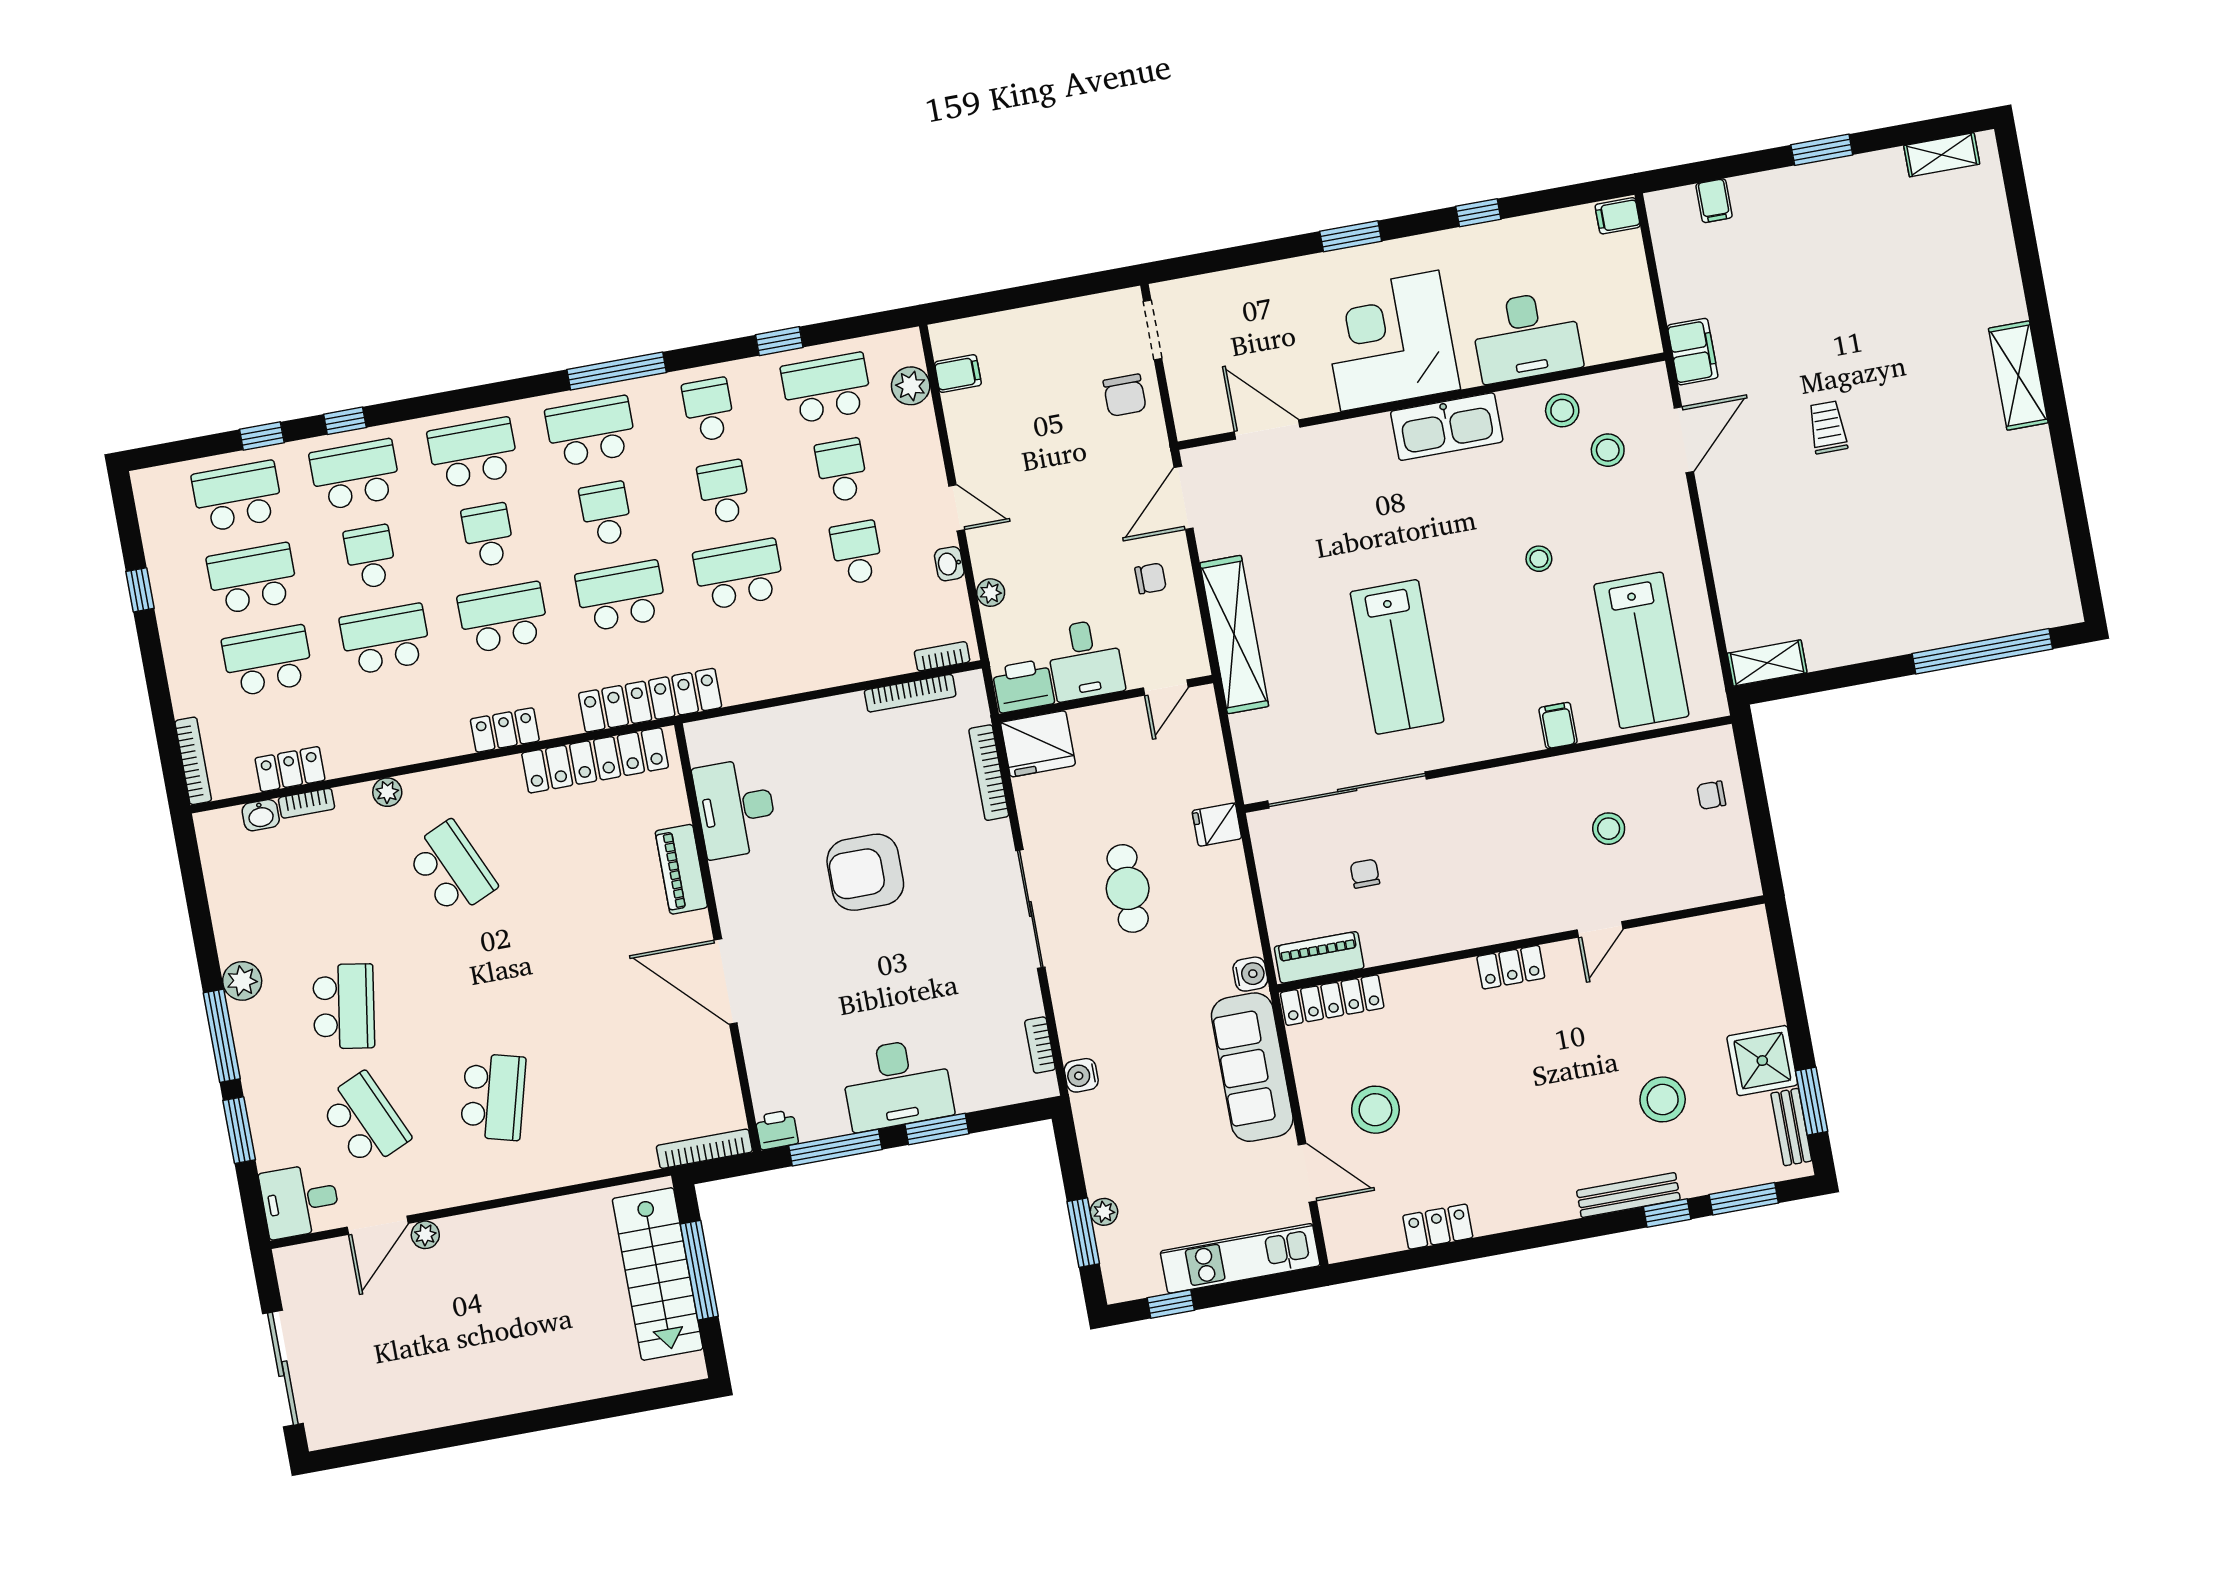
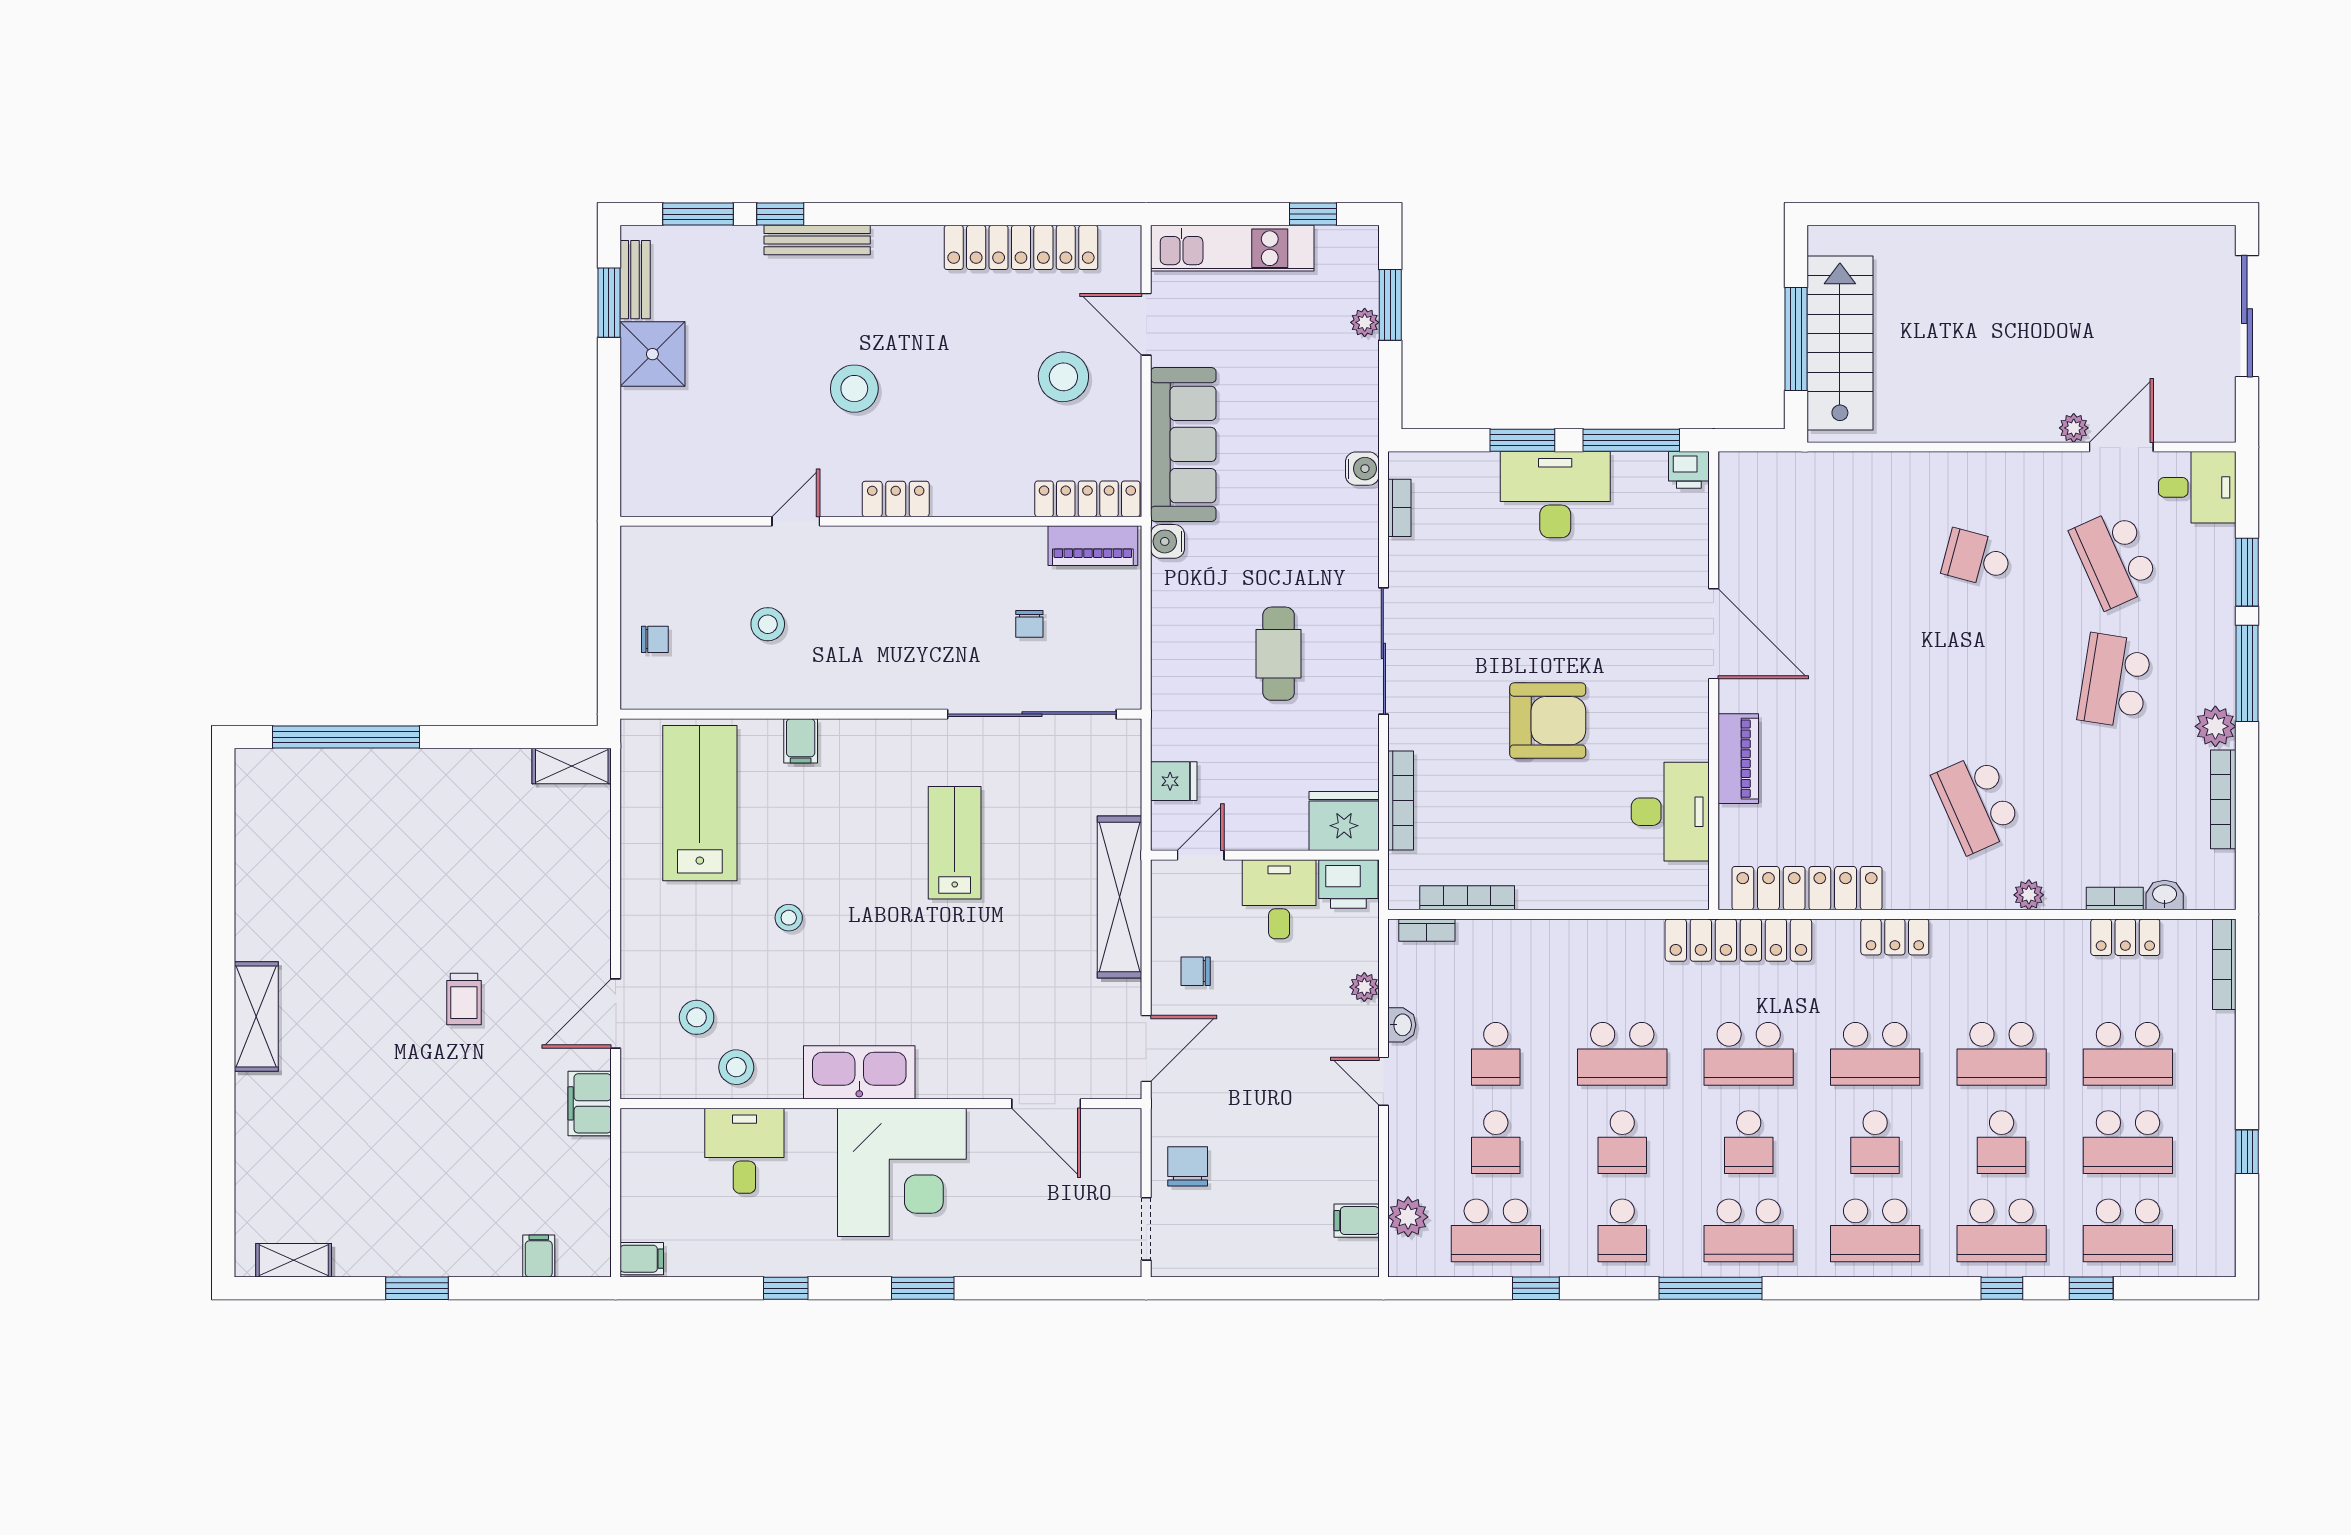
desk: (1527, 337) -> (744, 1151), width x0.73
lab bench: (1397, 657) -> (955, 843), width x0.73, depth x0.72
fridge: (1217, 825) -> (1174, 781), moved
school desk: (493, 1097) -> (1977, 558), width x0.54
stool: (1663, 1099) -> (854, 389), moved
bookcase: (704, 1149) -> (2223, 799), moved, turned 90
locker: (1438, 1227) -> (1021, 247), width x2.16, depth x1.21

